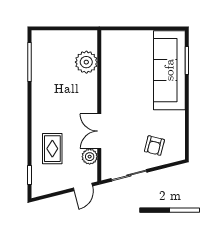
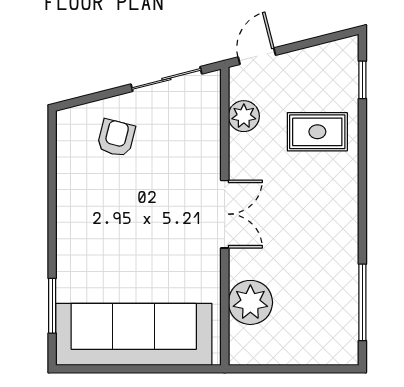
sofa: (169, 70) -> (134, 334), moved, turned -90
double door: (99, 131) -> (225, 214), moved
rug: (52, 149) -> (317, 132), turned 90

